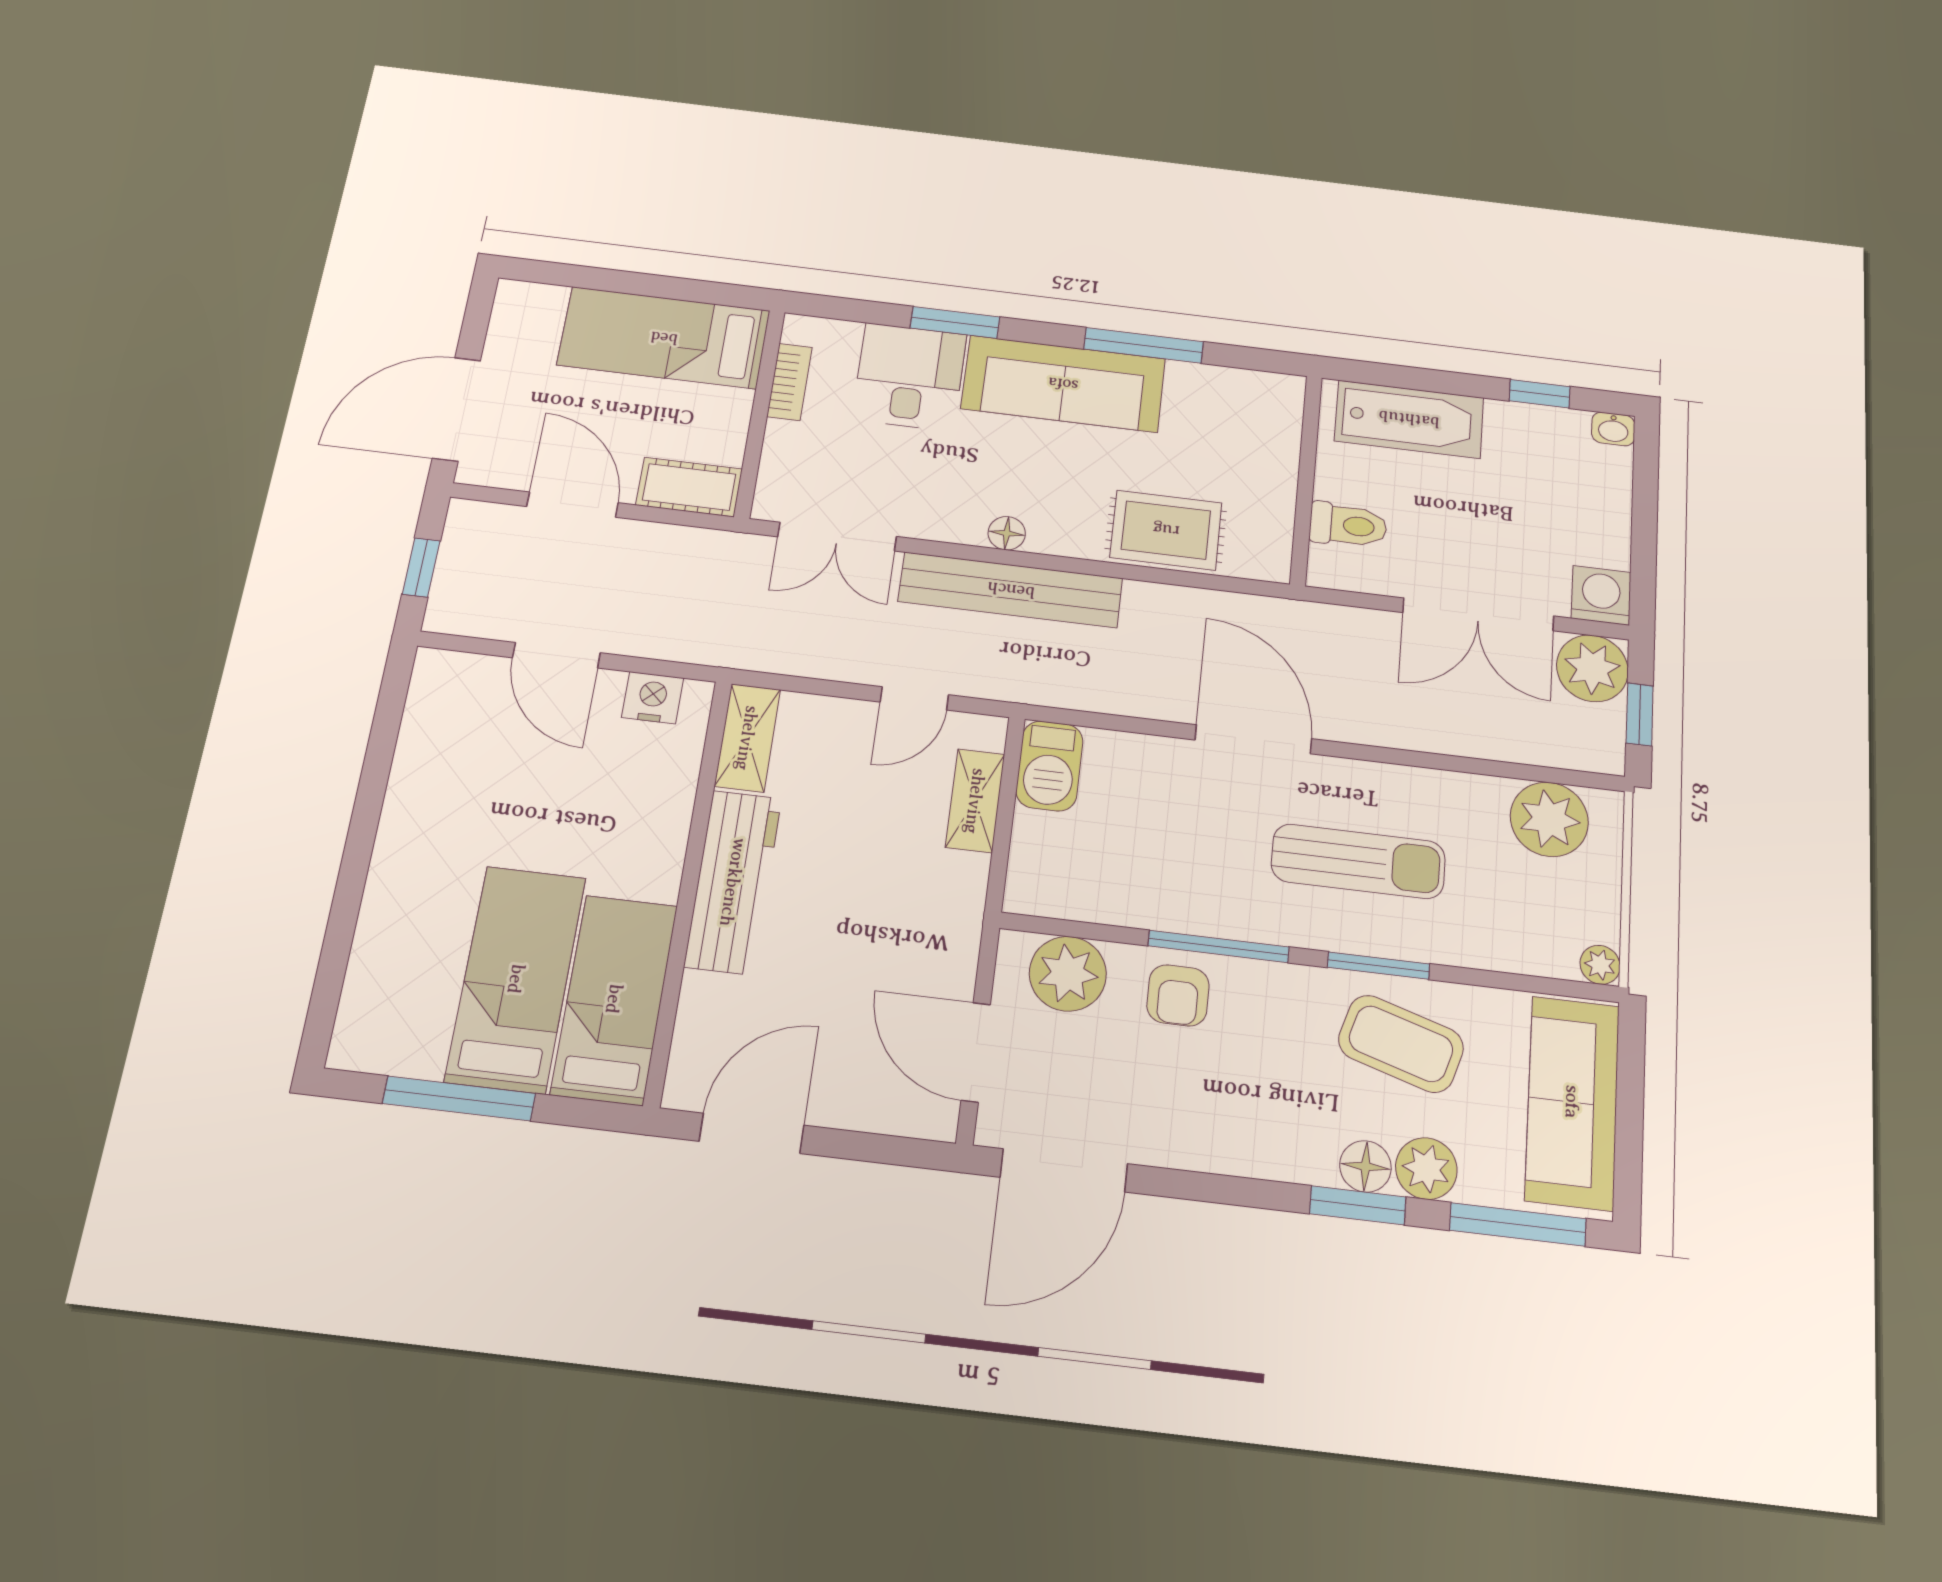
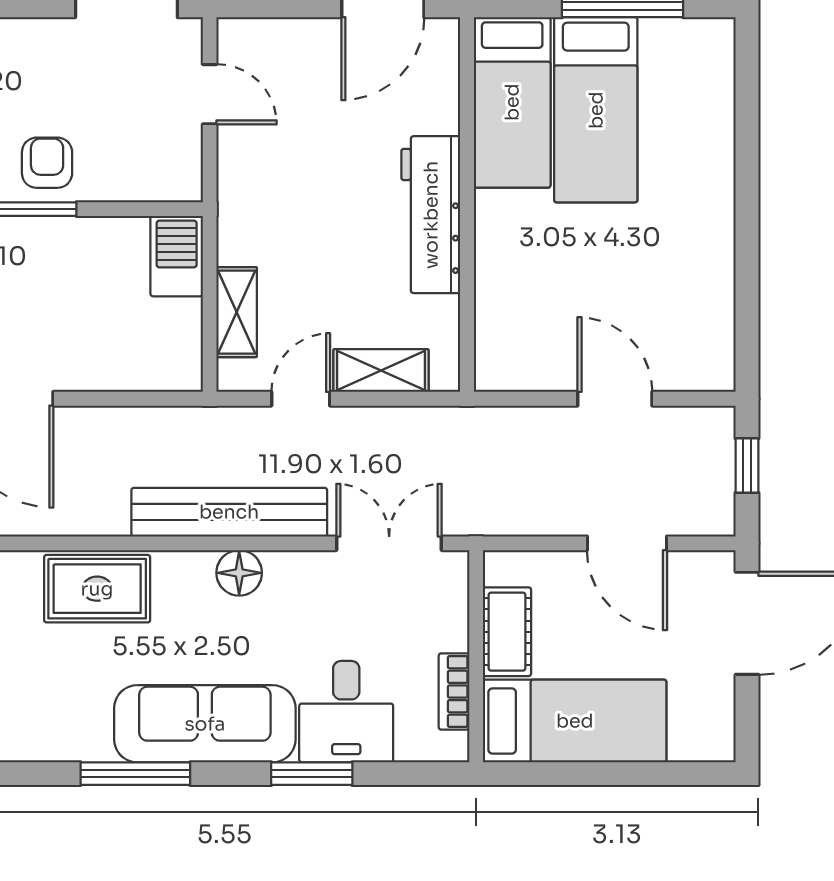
cot: (689, 487) -> (507, 632), moved, turned 90
floor lamp: (1007, 533) -> (239, 573), width x1.37, depth x1.37
nightstand: (653, 698) -> (526, 370), removed
shelving: (747, 738) -> (381, 371), moved, turned 90
barbecue: (1049, 766) -> (177, 256), moved
plant: (1068, 974) -> (141, 170), removed
door: (976, 1052) -> (210, 94), width x0.73

